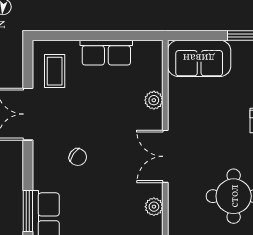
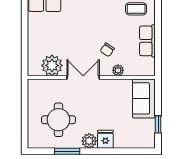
chair: (78, 157) -> (107, 50), moved
plant: (154, 207) -> (52, 65), width x1.88, depth x1.88

